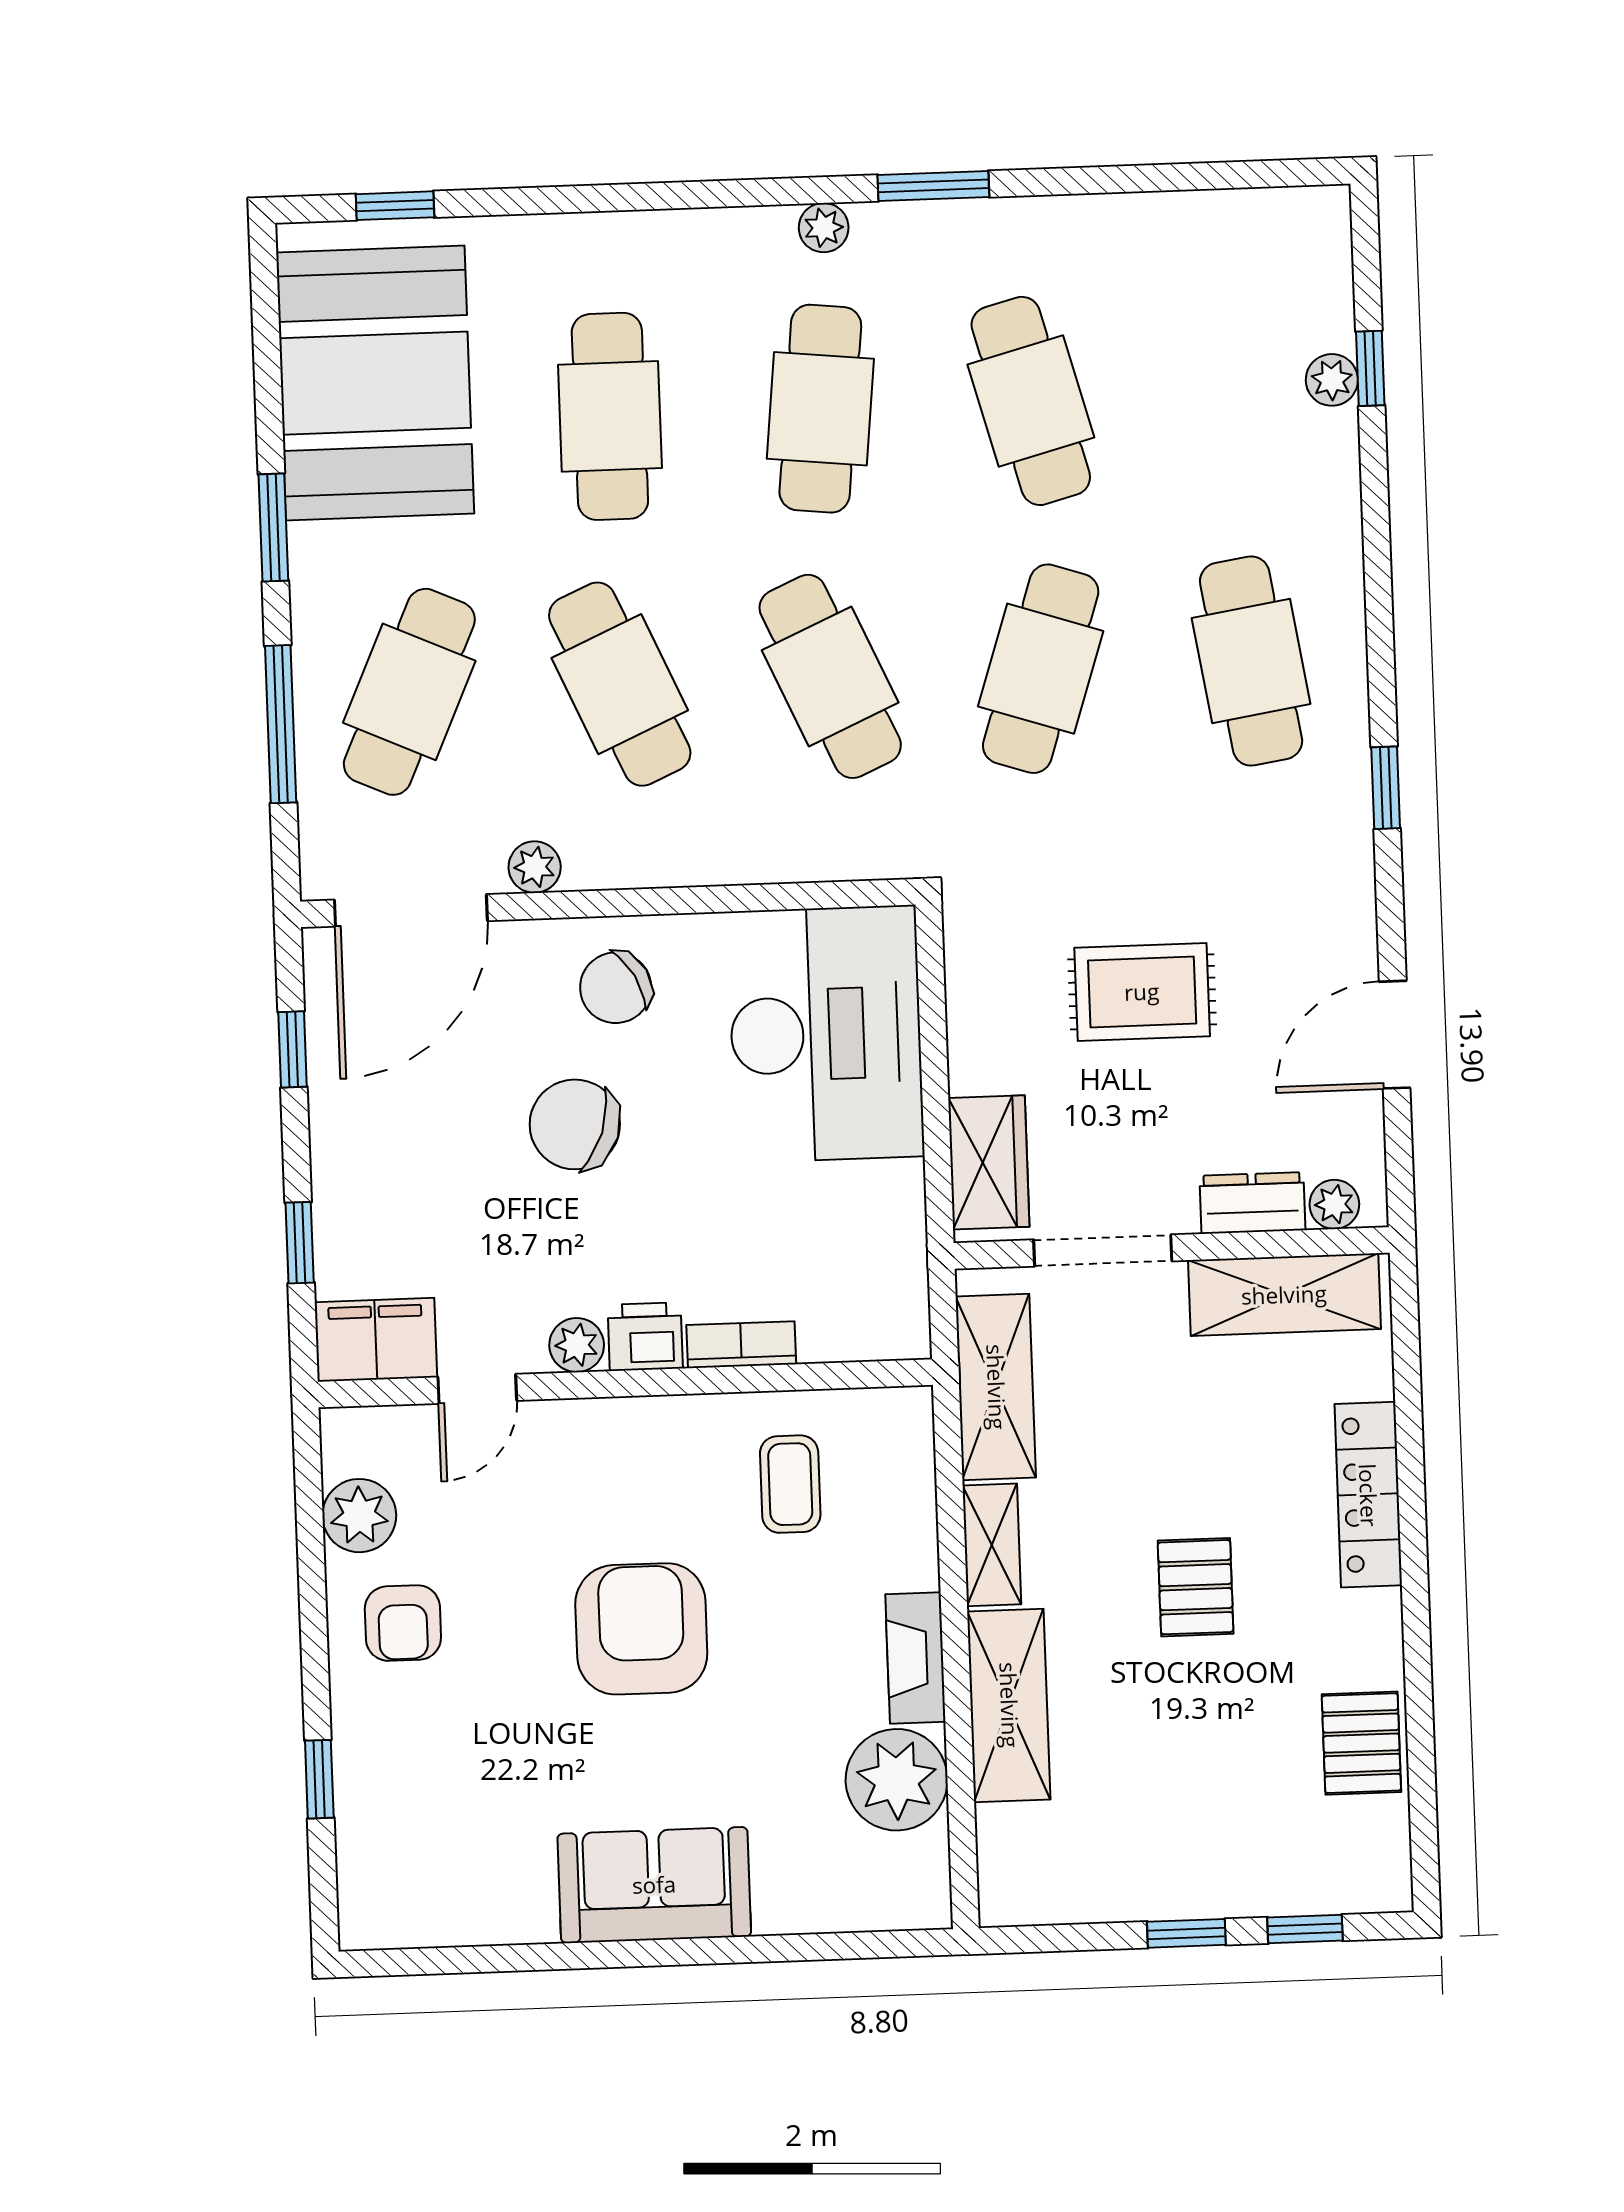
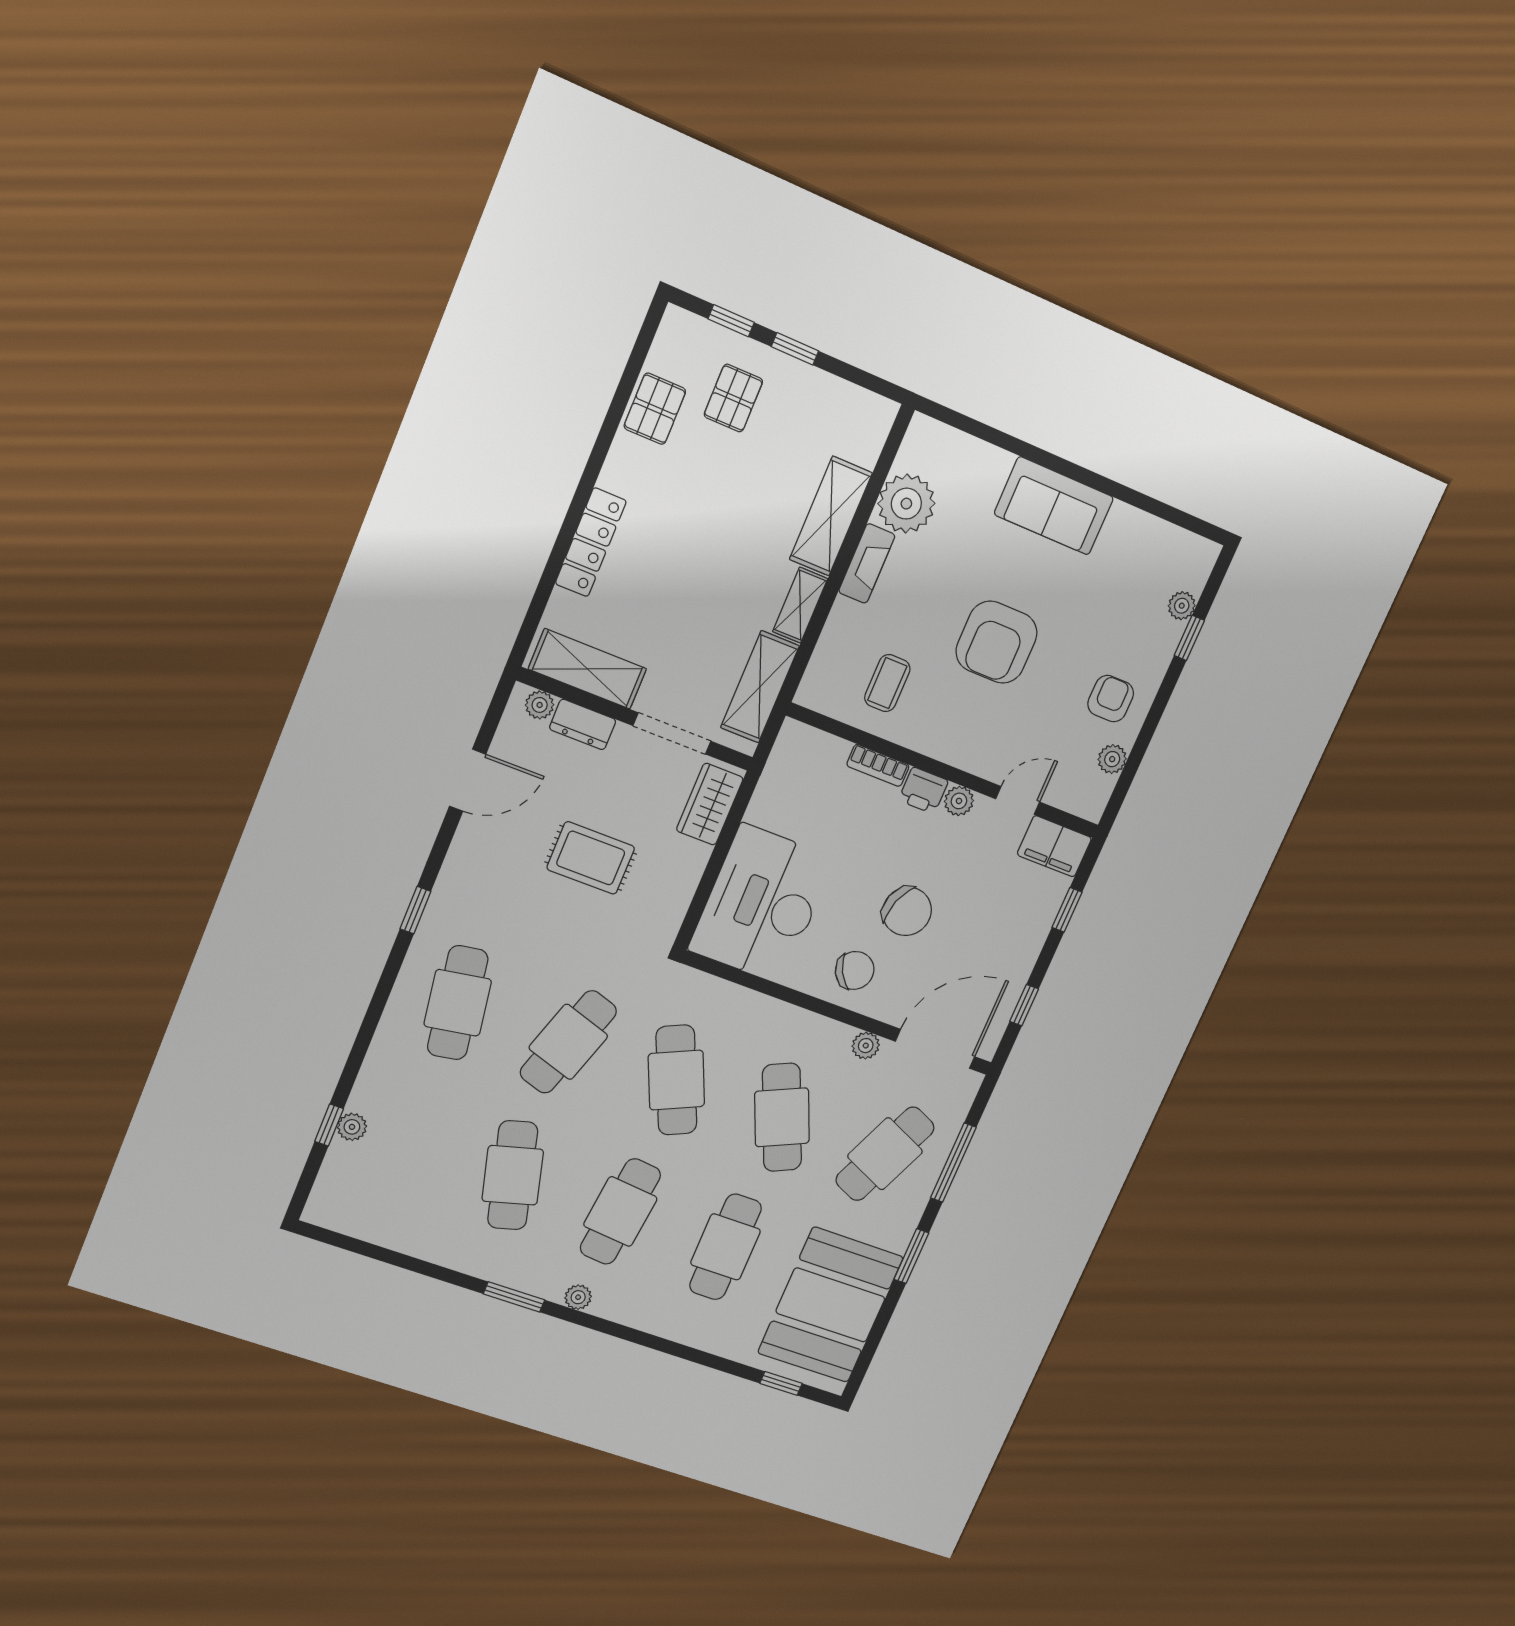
plant: (359, 1516) -> (1112, 759), width x0.73, depth x0.73
pallet: (1196, 1587) -> (733, 398), moved
plant: (359, 1825) -> (1182, 606), added

